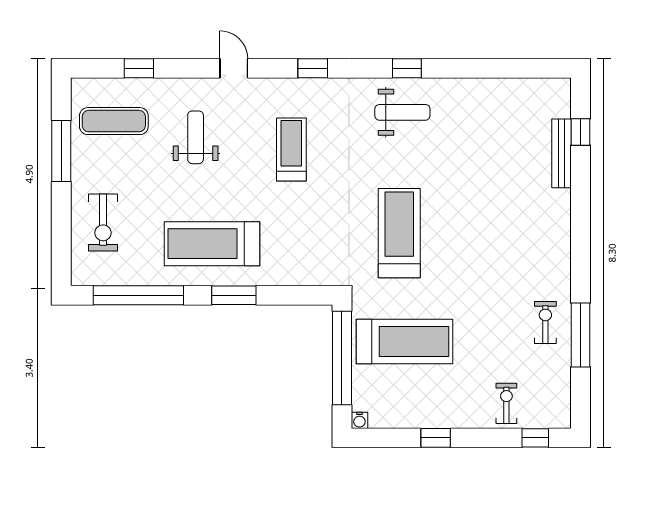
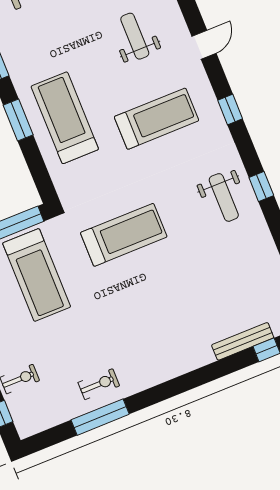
weight bench: (196, 137) -> (135, 36), turned -90
treadmill: (291, 150) -> (156, 119), width x1.37, depth x1.38
treadmill: (212, 244) -> (65, 118), moved

